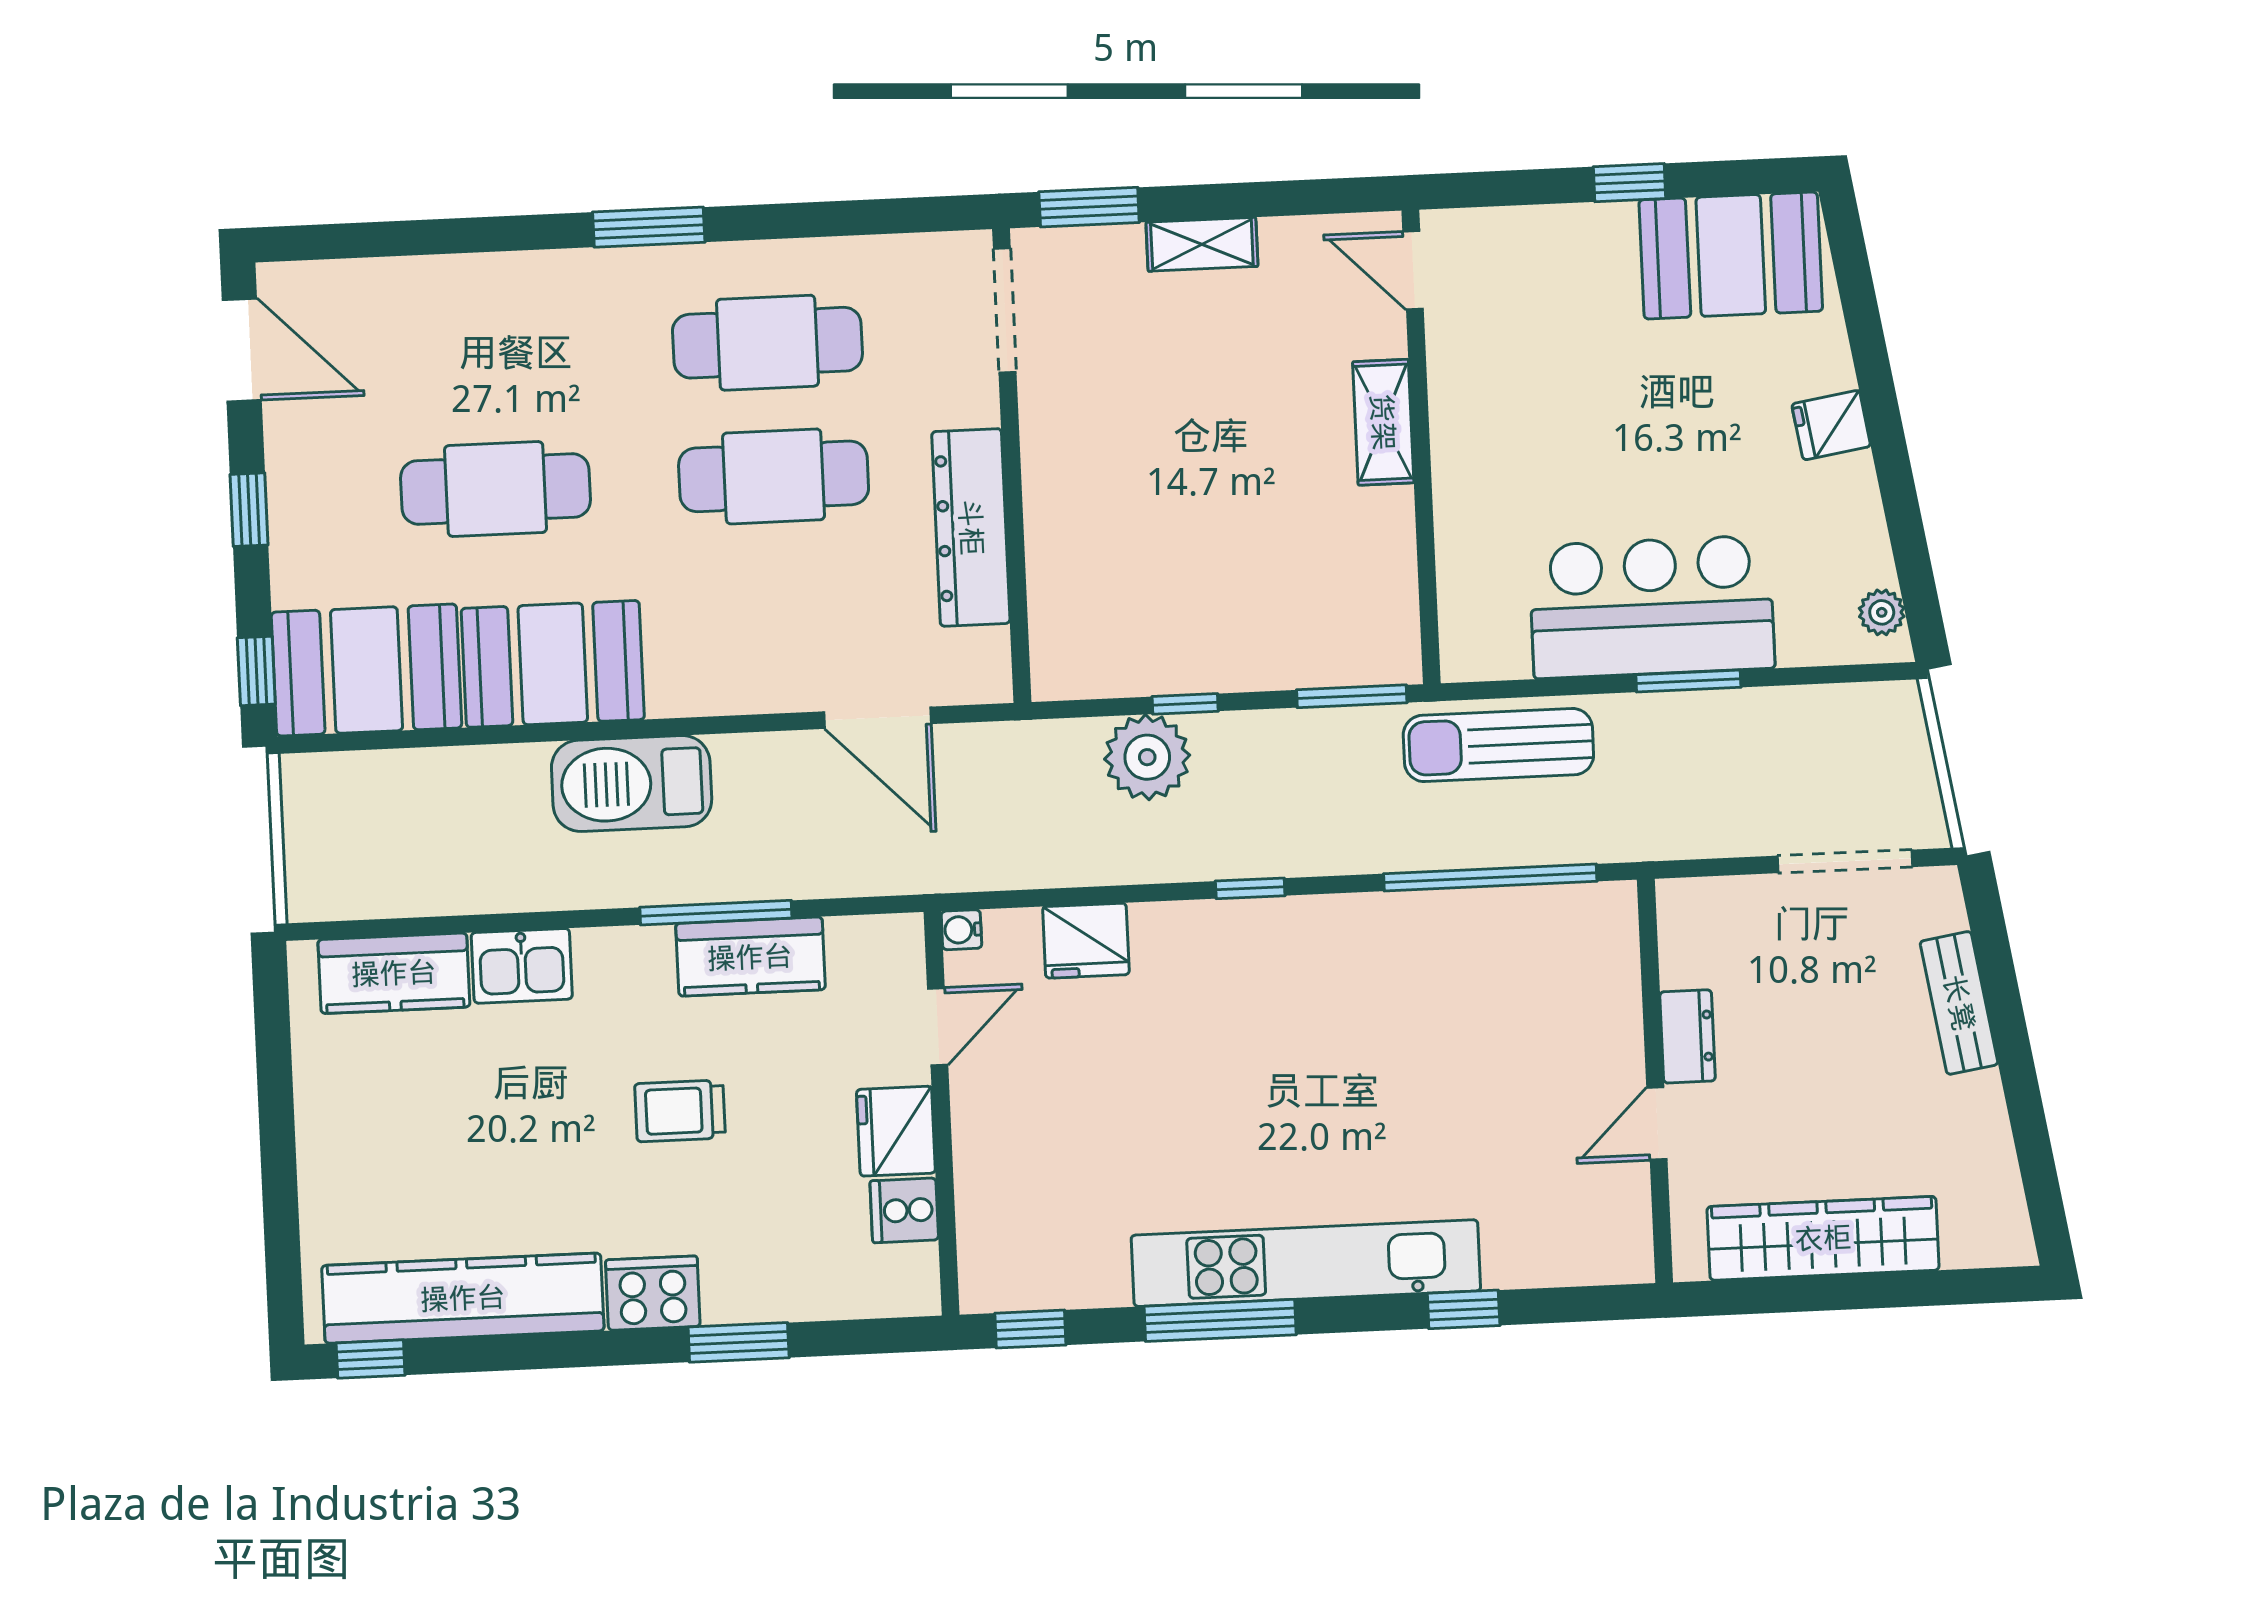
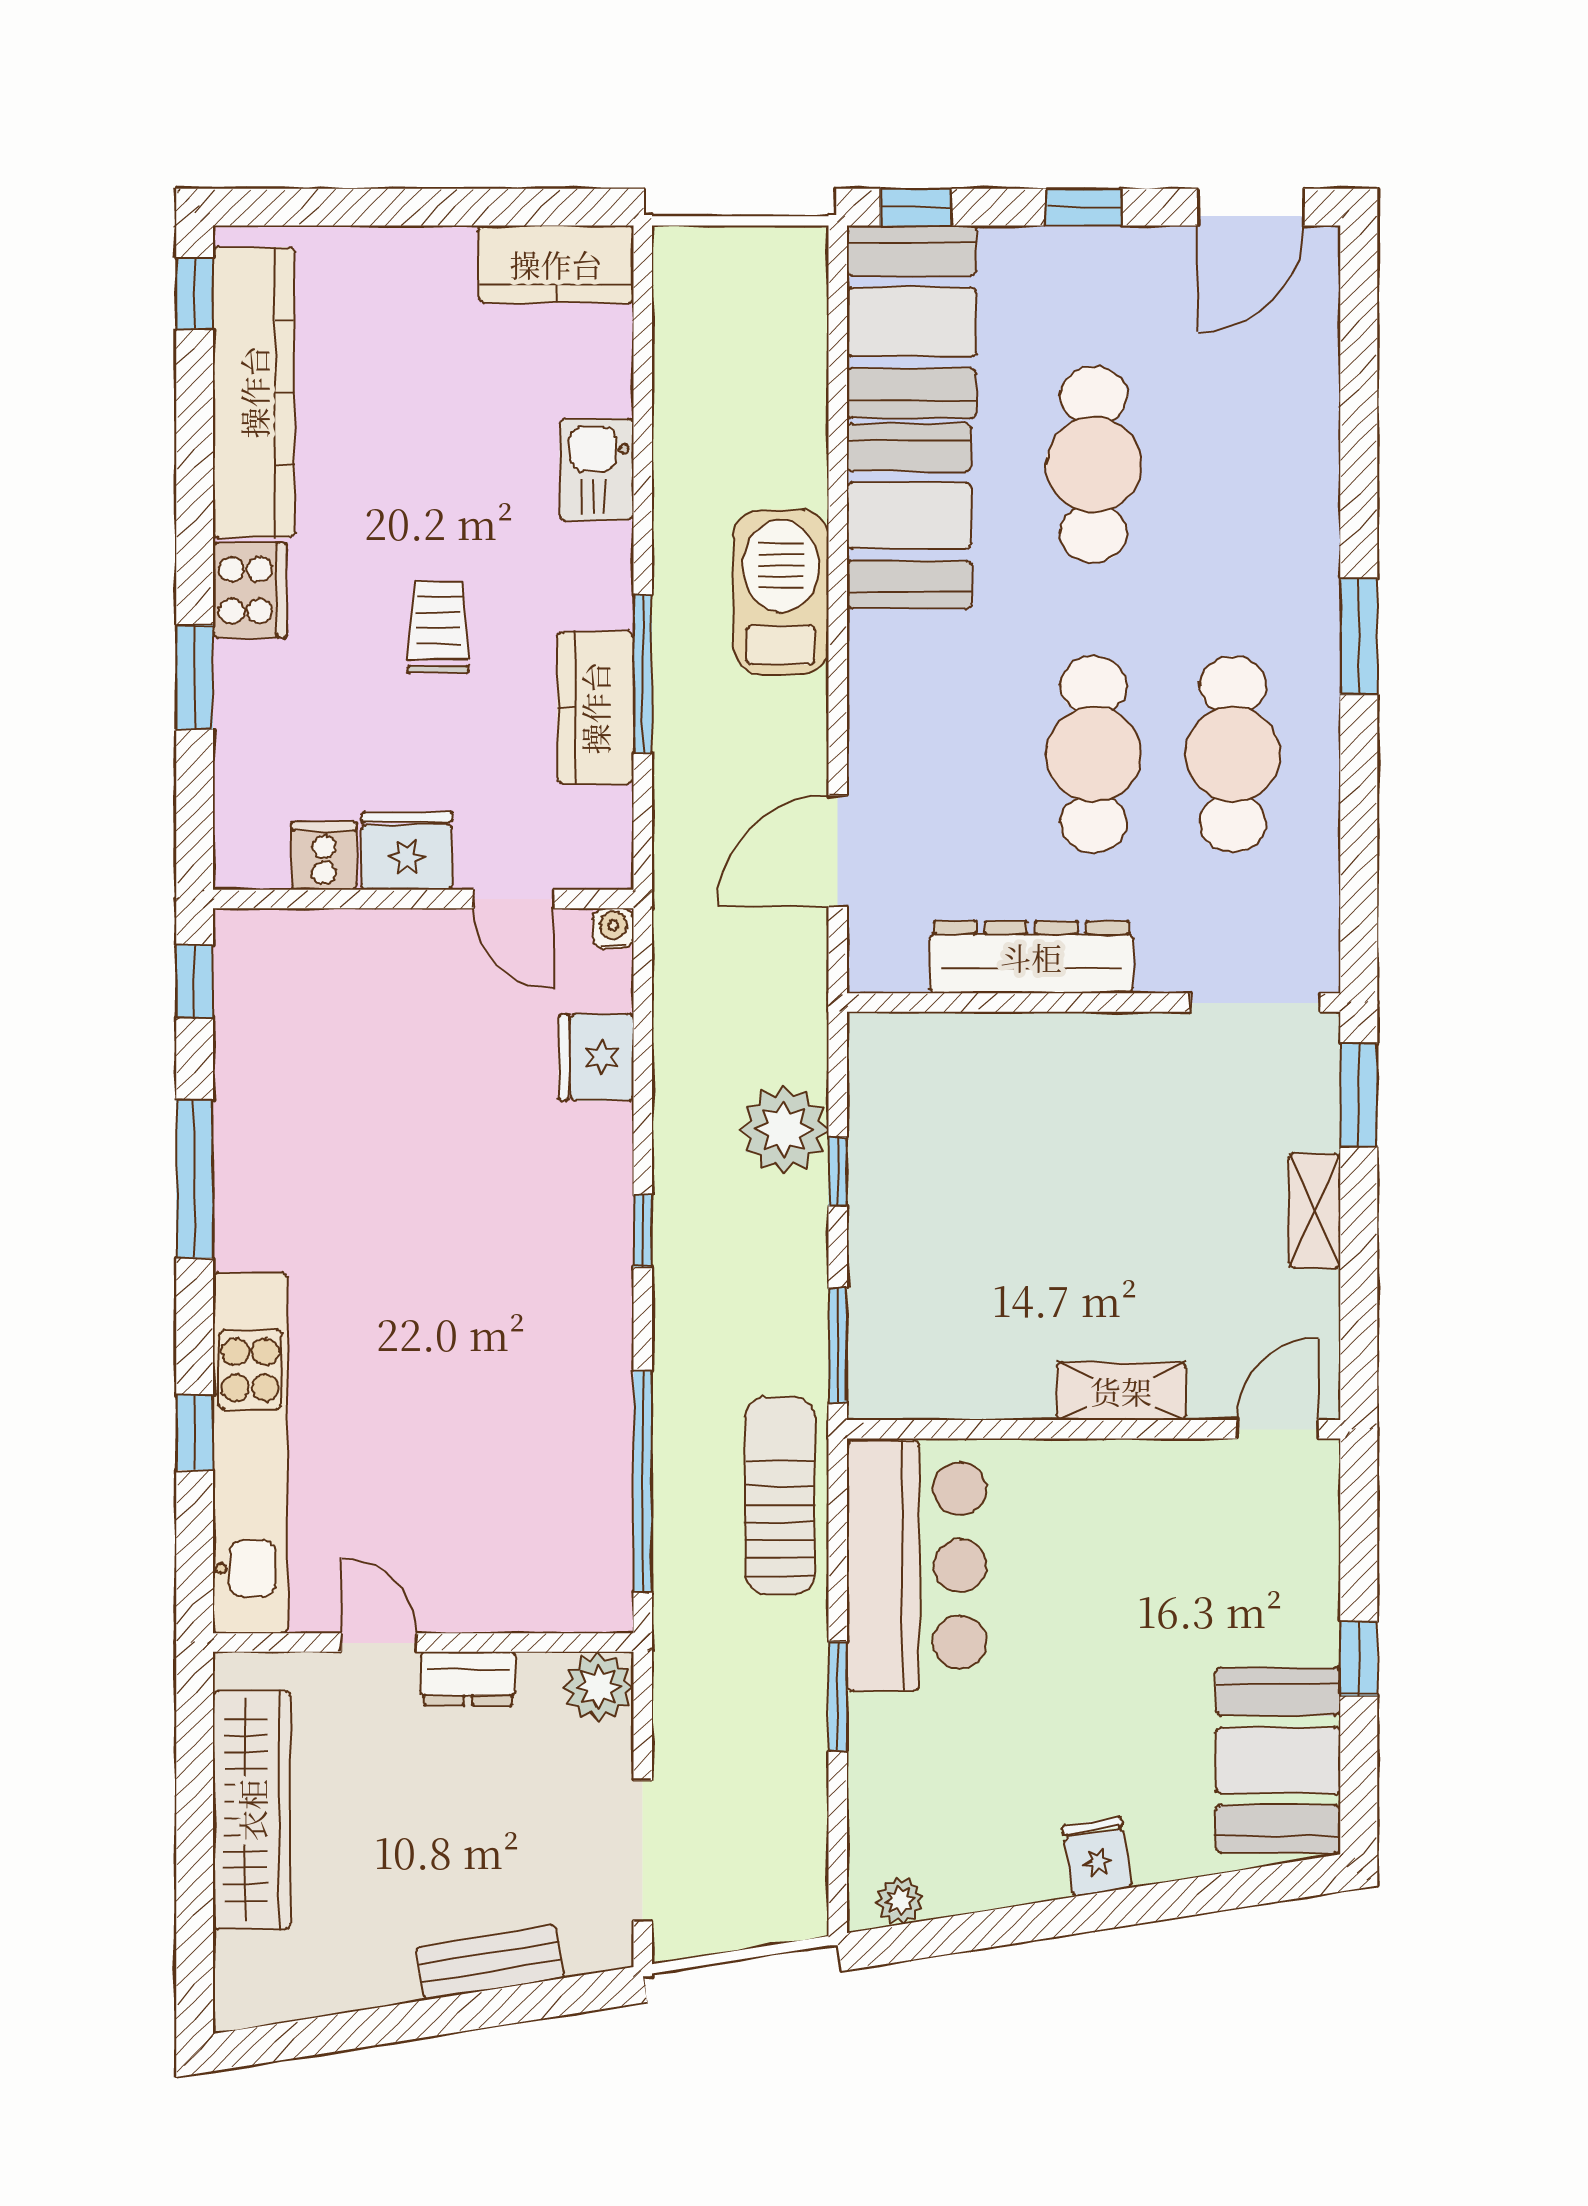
bar counter: (1652, 607) -> (917, 1565), moved
plant: (1690, 911) -> (598, 1687), added
kitchen counter: (394, 973) -> (556, 264), moved, turned -90
kitchen unit: (1306, 1263) -> (250, 1453), moved

